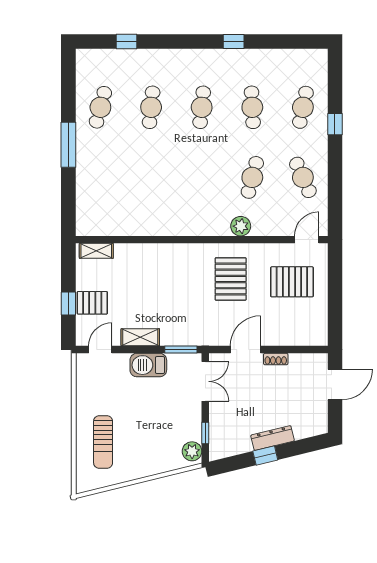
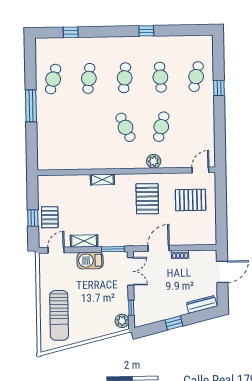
cafe table: (303, 177) -> (125, 127), moved
shelving: (96, 251) -> (102, 180), moved
pallet: (92, 303) -> (50, 217), turned 90
dresser: (273, 438) -> (202, 304), moved
sun lounger: (103, 442) -> (59, 315), width x1.36, depth x1.34

